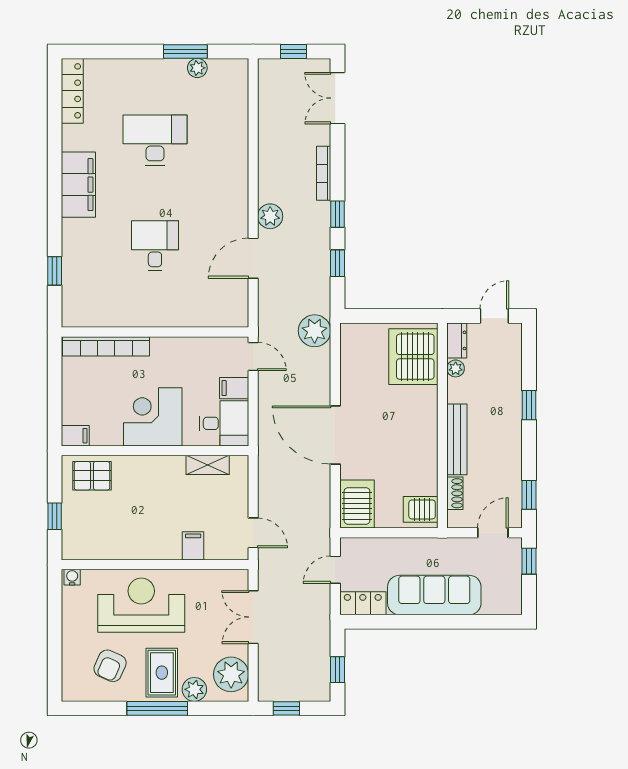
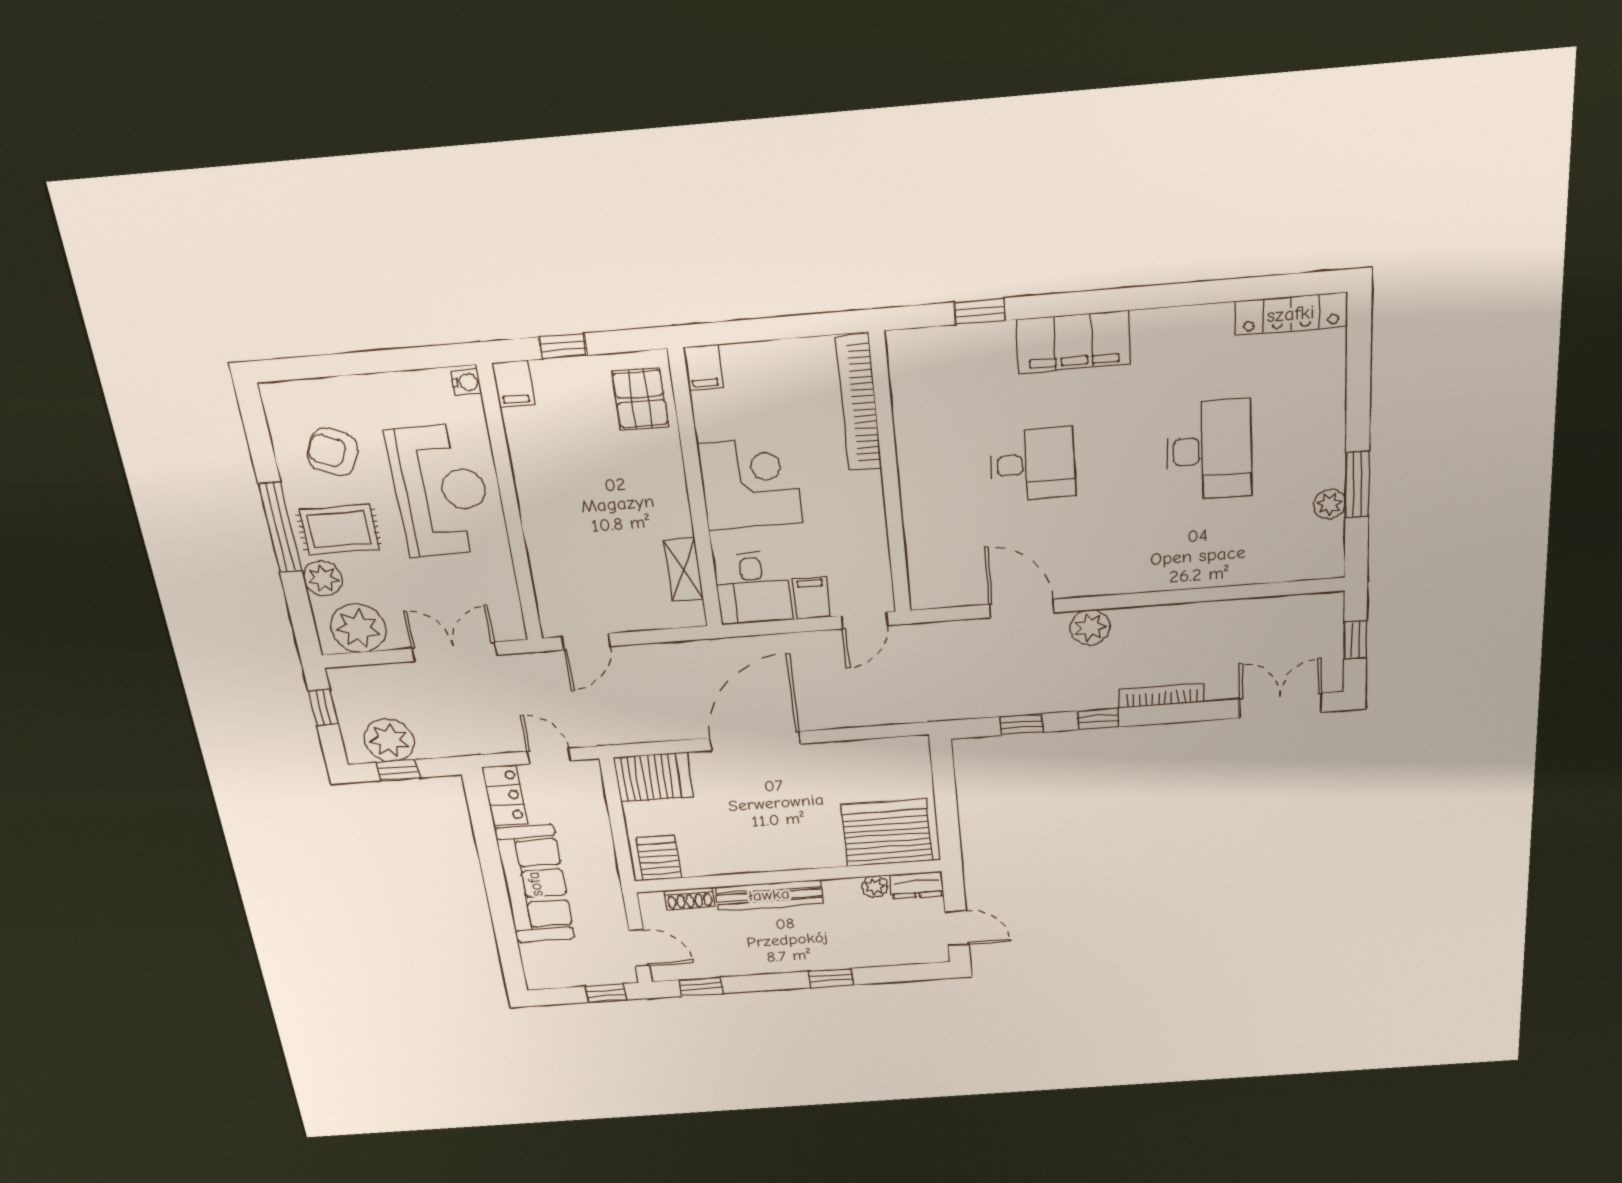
filing cabinet: (78, 185) -> (1073, 342), moved
plant: (315, 331) -> (389, 740), moved
filing cabinet: (193, 546) -> (513, 384), moved, turned 90

